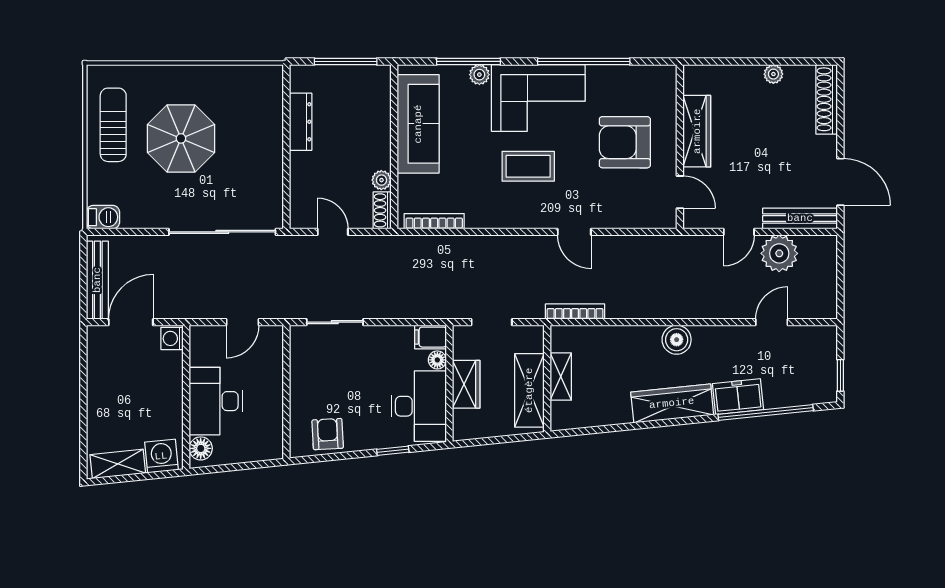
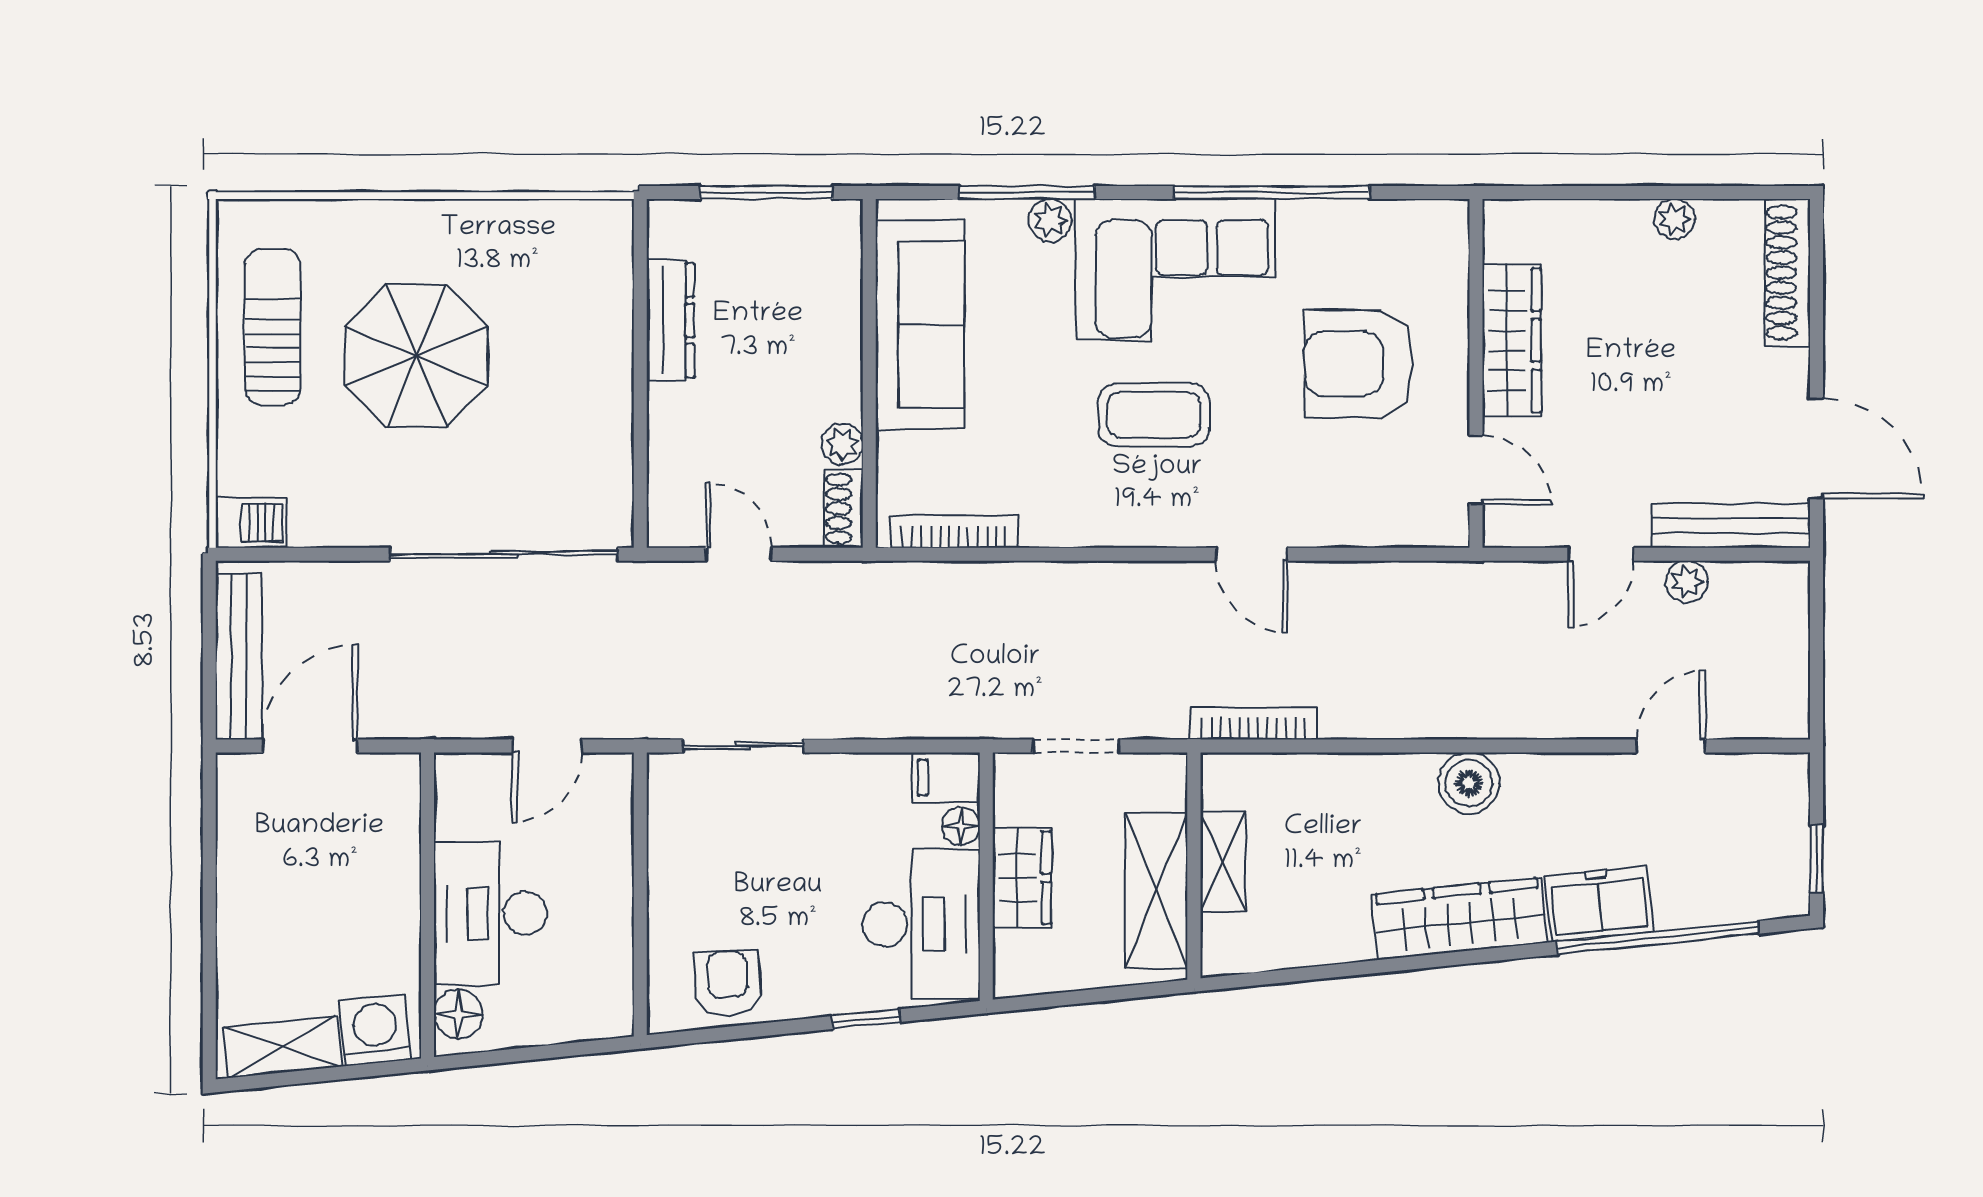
plant: (779, 253) -> (1687, 582), width x0.53, depth x0.53
washing machine: (172, 338) -> (398, 780), removed

